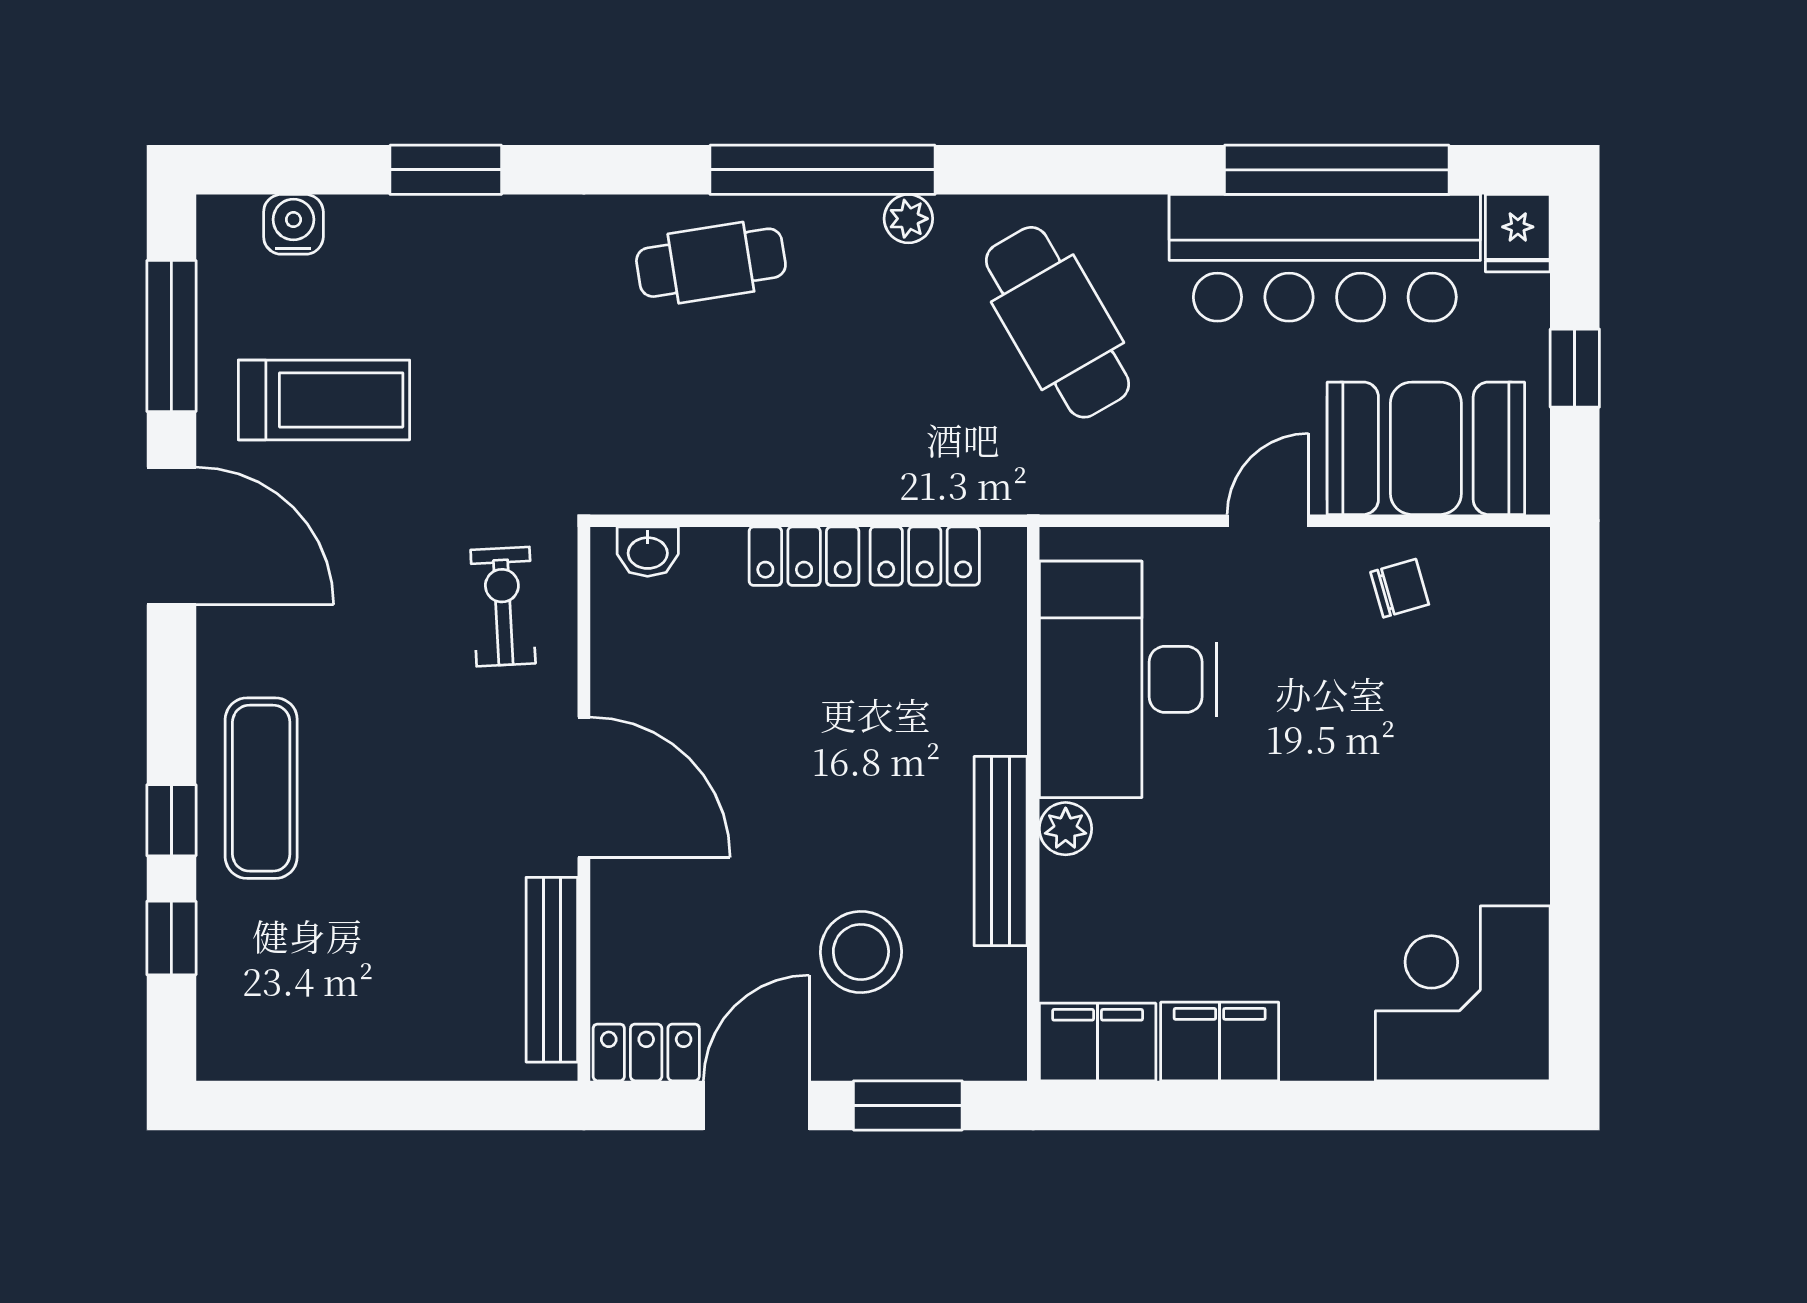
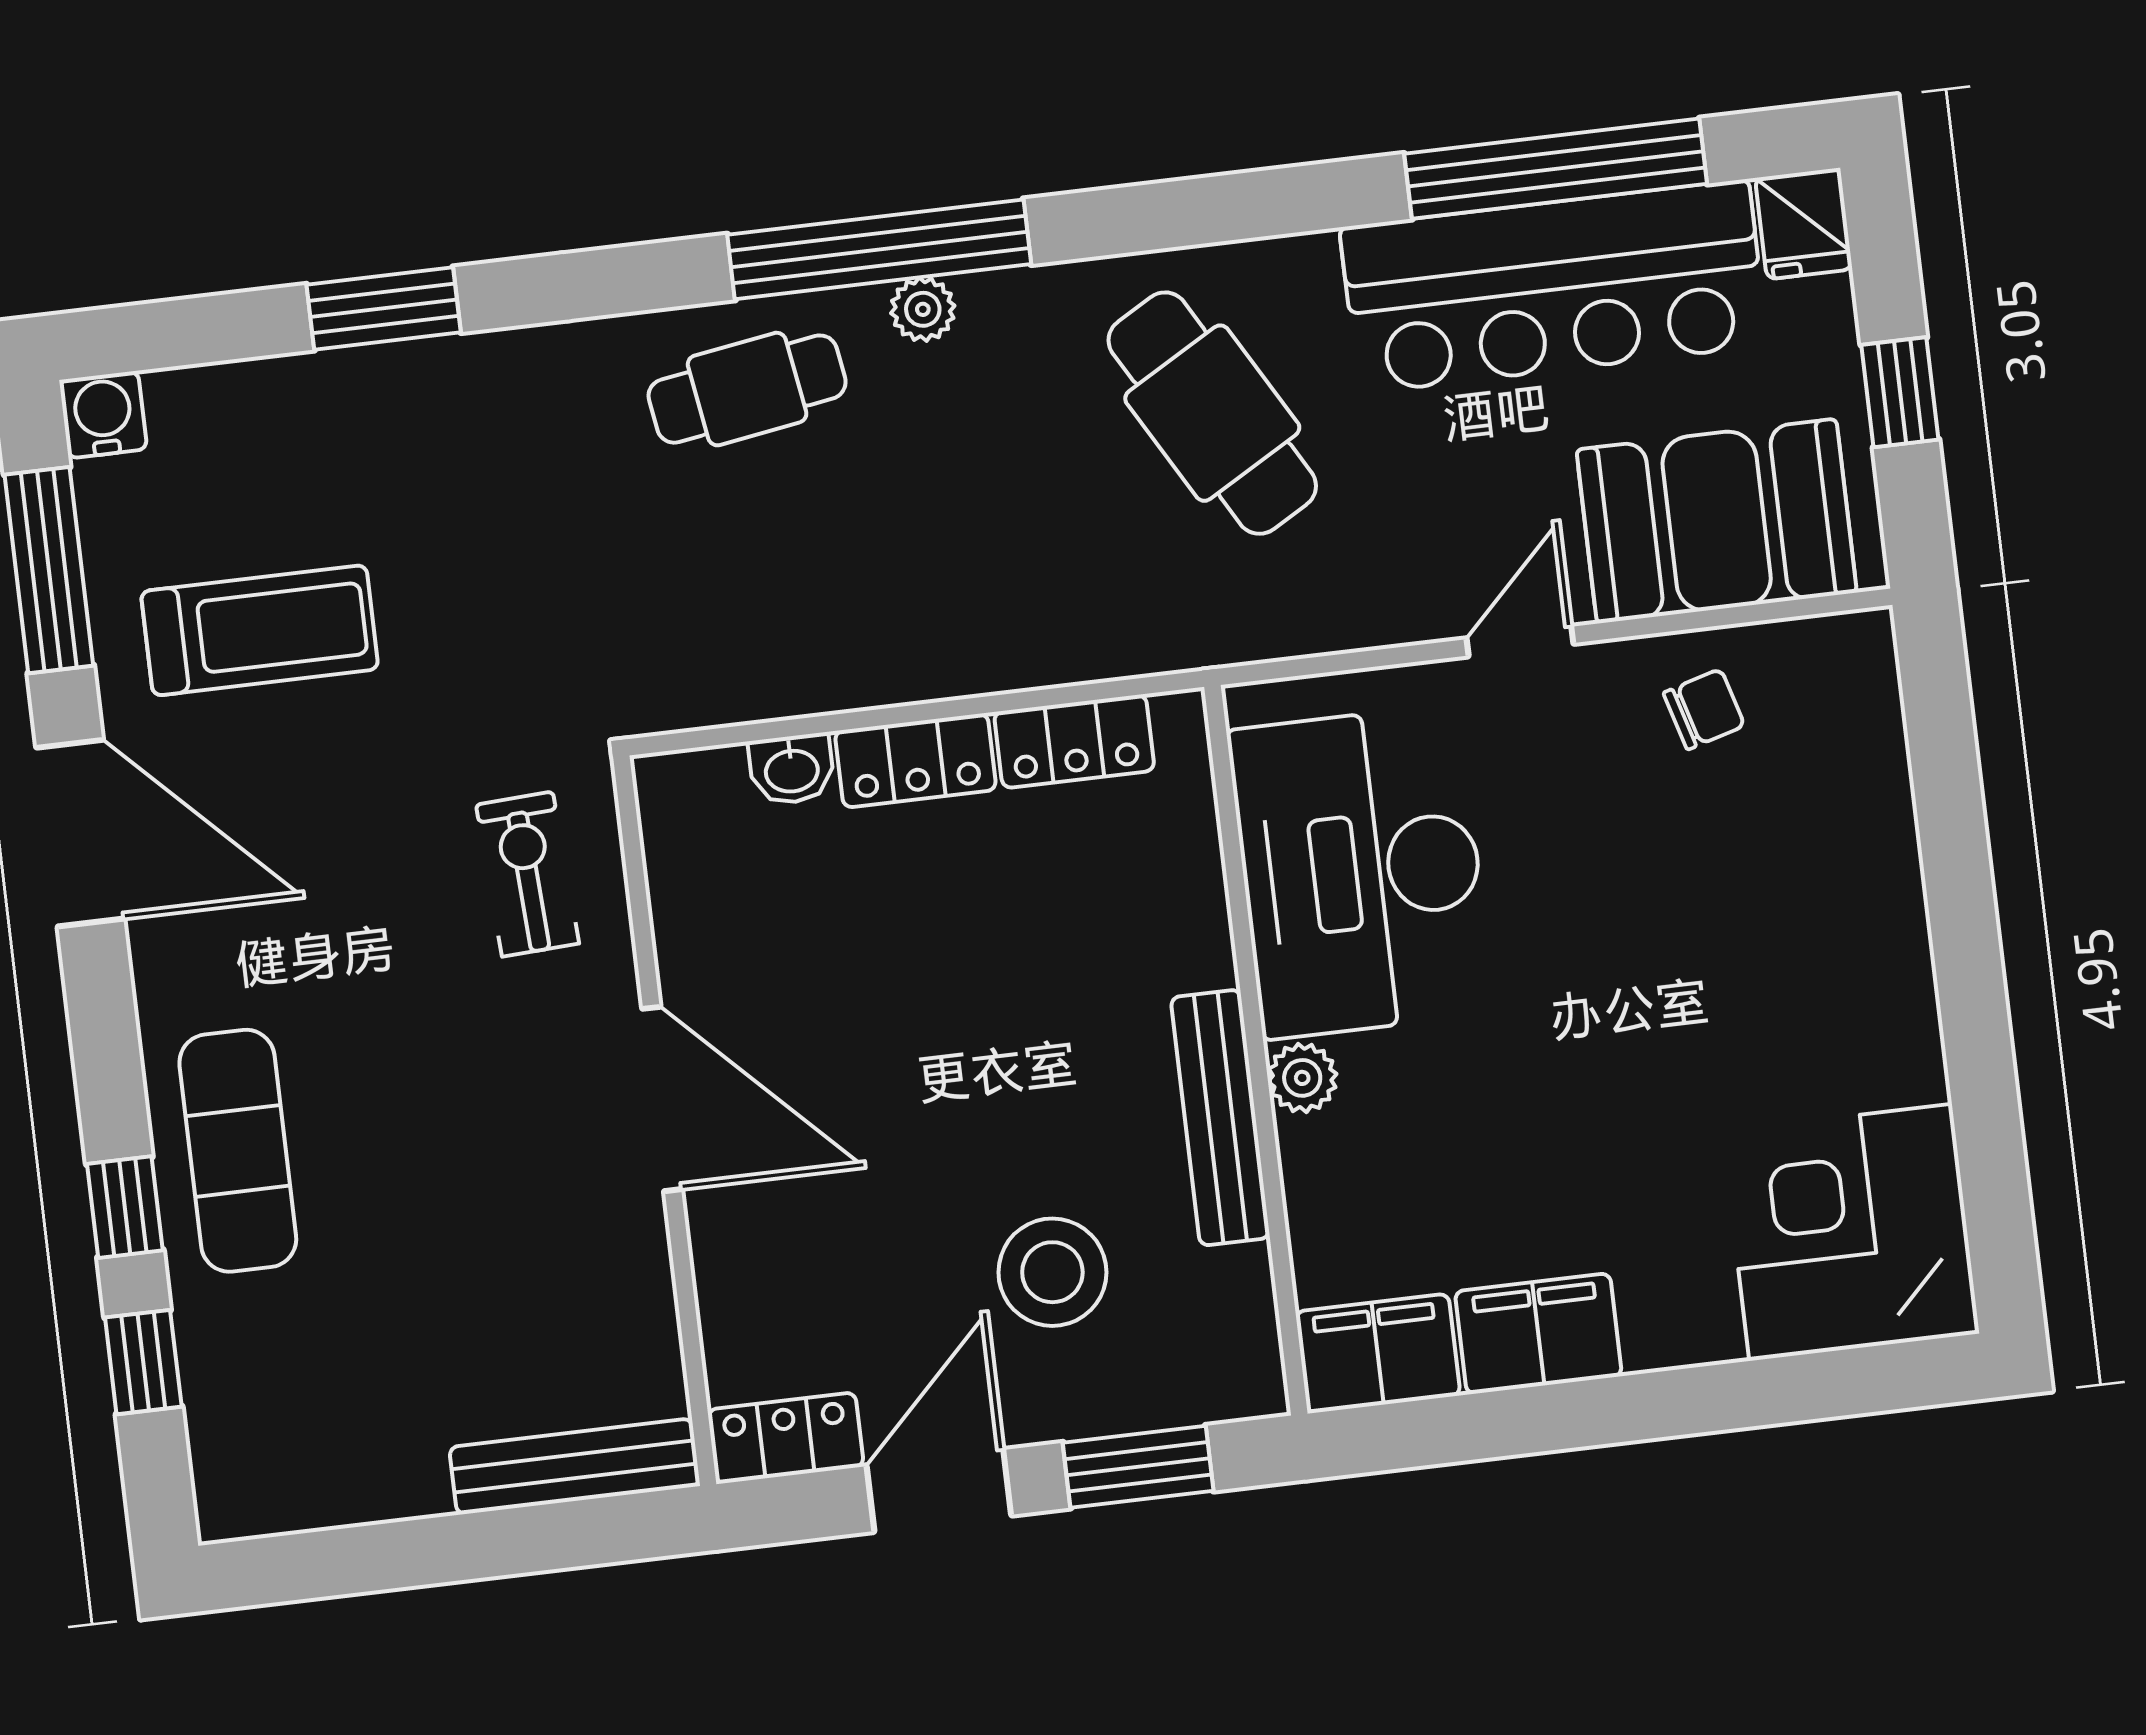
plant: (908, 219) -> (923, 309), moved
water cooler: (293, 224) -> (103, 415), moved
washbasin: (648, 552) -> (792, 769), moved
bench: (552, 970) -> (575, 1467), moved, turned 90

